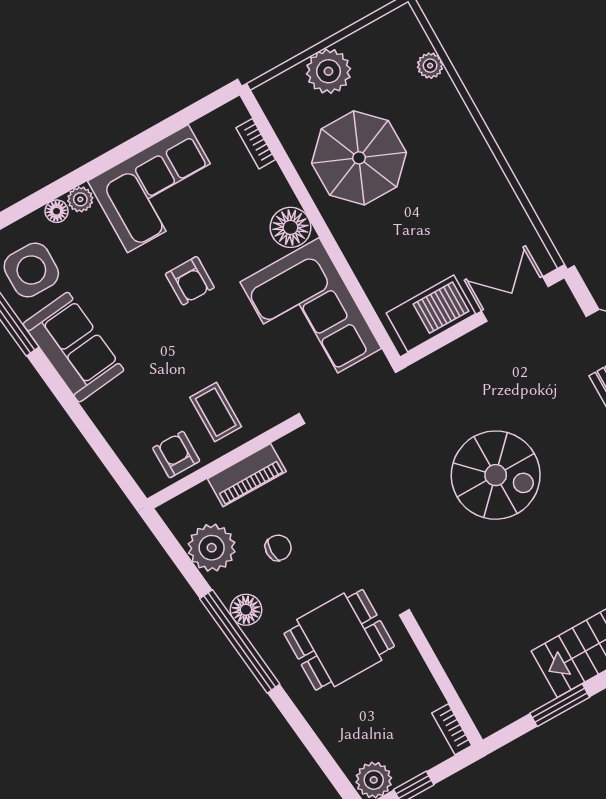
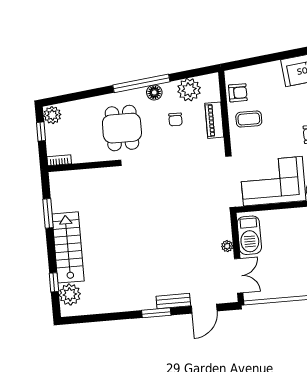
plant: (470, 345) -> (227, 246), added
spiral stairs: (496, 475) -> (164, 231), removed

